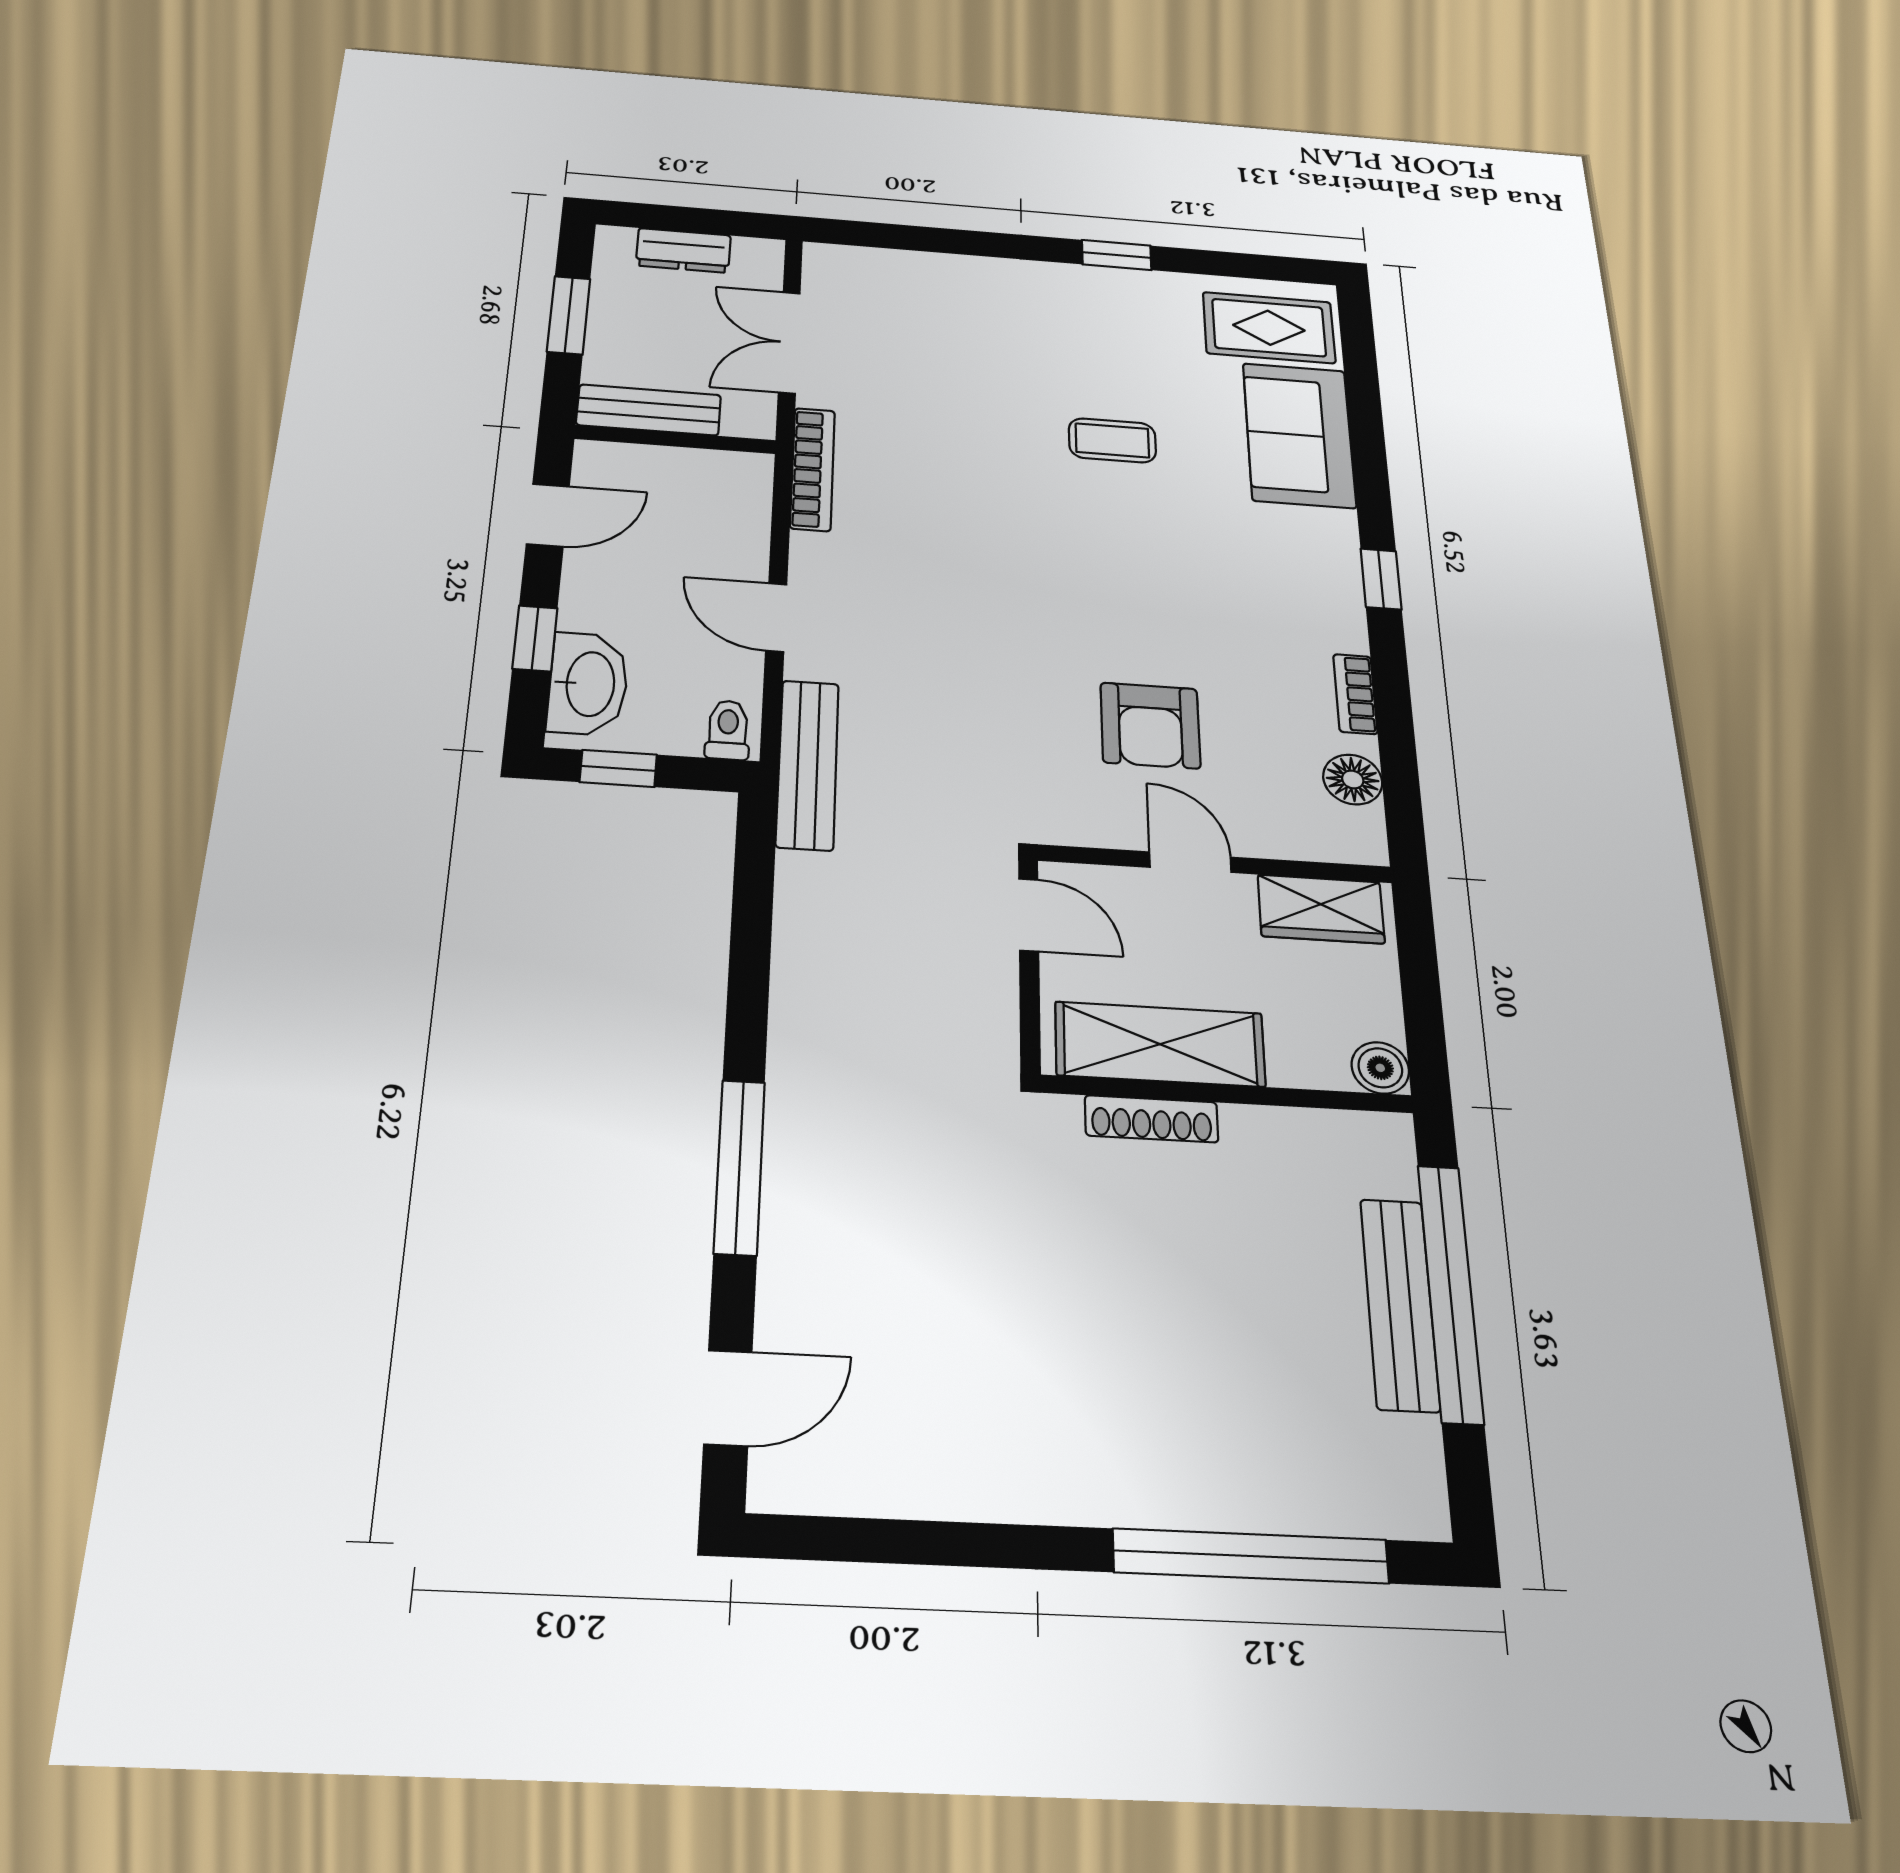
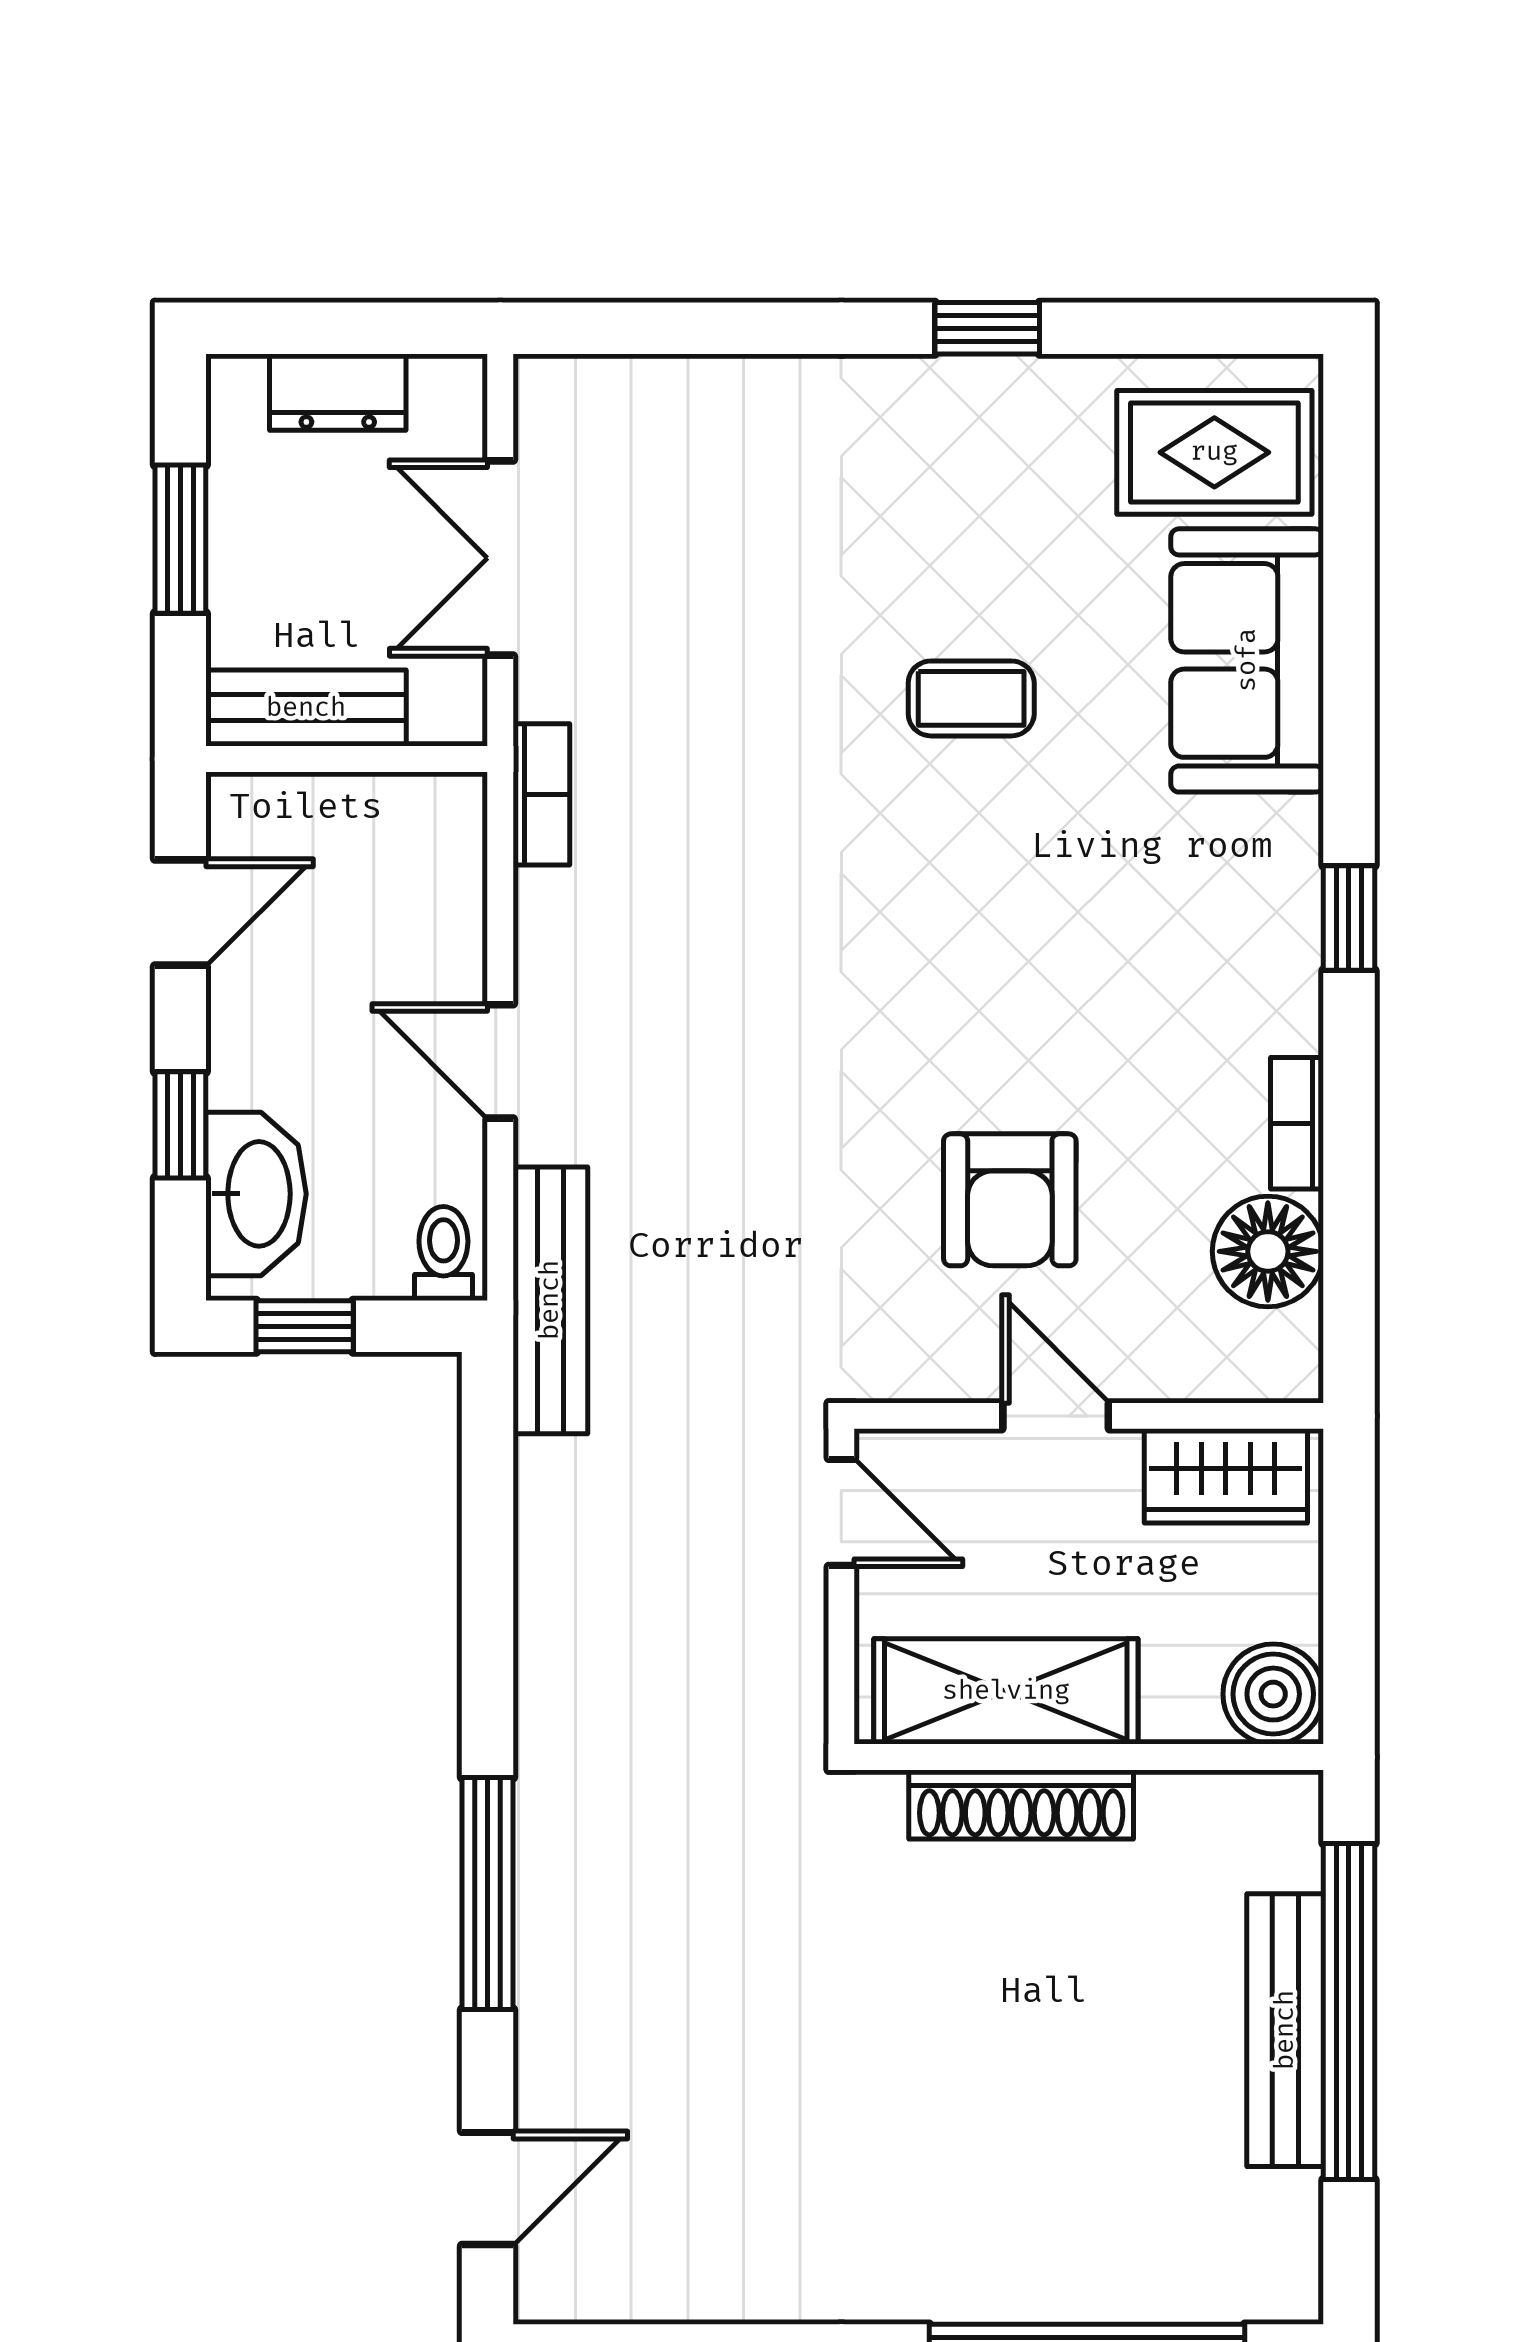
bookcase: (813, 469) -> (541, 794), width x0.64
floor lamp: (1353, 779) -> (1268, 1251), width x1.38, depth x1.38
boiler: (1380, 1068) -> (1273, 1694), width x1.36, depth x1.36
shoe rack: (1152, 1119) -> (1021, 1804), width x1.36, depth x1.24

